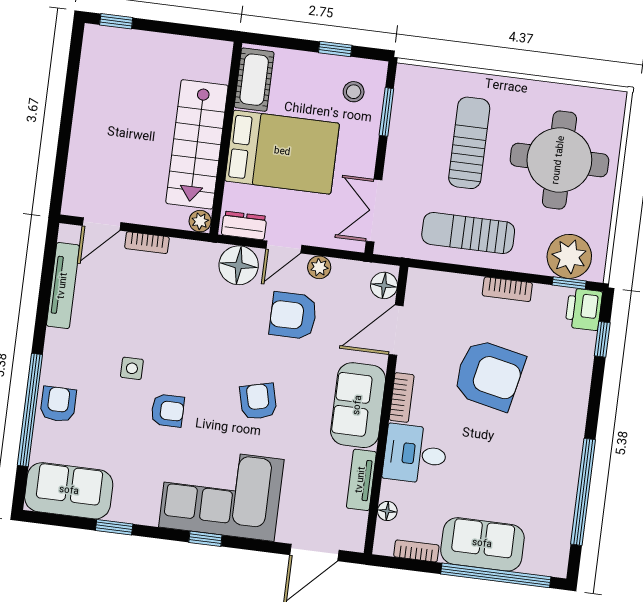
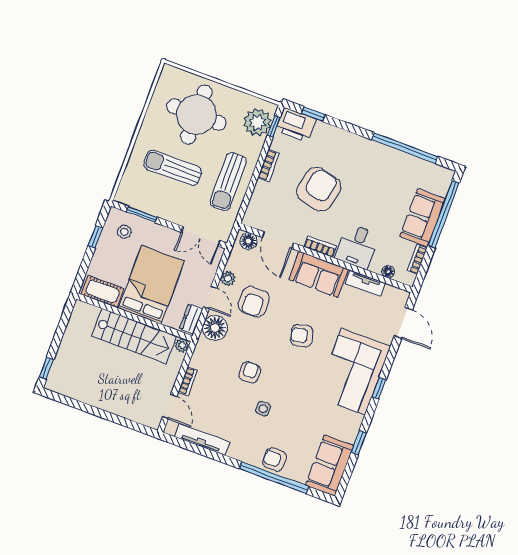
printer: (584, 309) -> (296, 125), width x1.37, depth x1.19
armchair: (168, 411) -> (250, 372), moved

